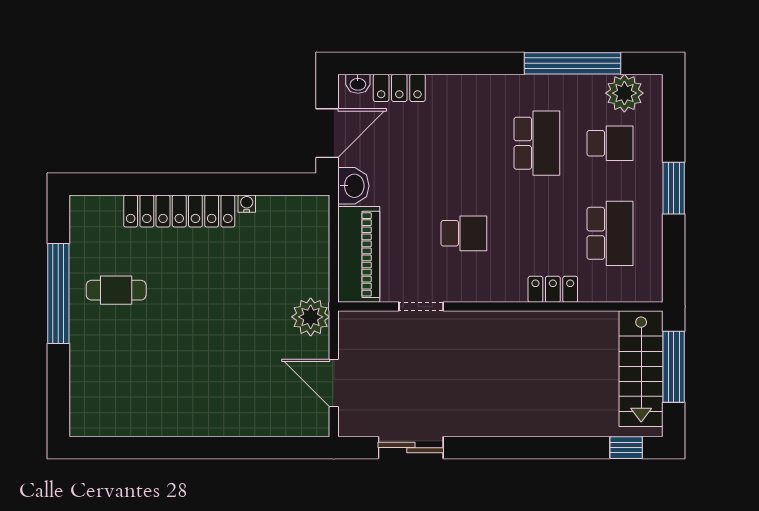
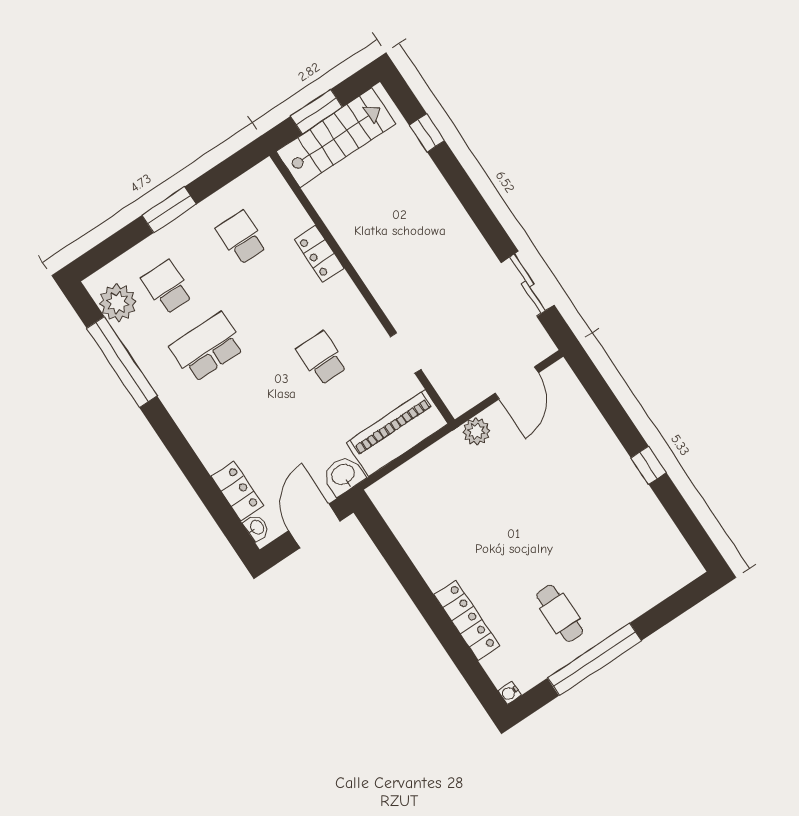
door: (327, 133) -> (314, 526), hinge flipped
water cooler: (247, 204) -> (510, 693), moved
locker: (179, 211) -> (467, 620), width x0.71, depth x0.83
school desk: (610, 233) -> (241, 238), width x0.54
plant: (311, 317) -> (476, 431), width x0.73, depth x0.73
window: (674, 367) -> (316, 112), width x0.69
window: (191, 448) -> (649, 465), added
window: (626, 448) -> (427, 133), moved

